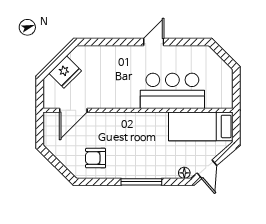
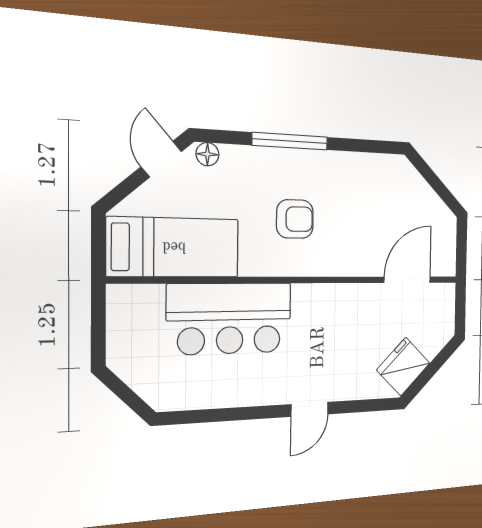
door: (154, 42) -> (310, 409), moved
fridge: (65, 72) -> (403, 367), moved
armchair: (96, 158) -> (295, 219), moved

